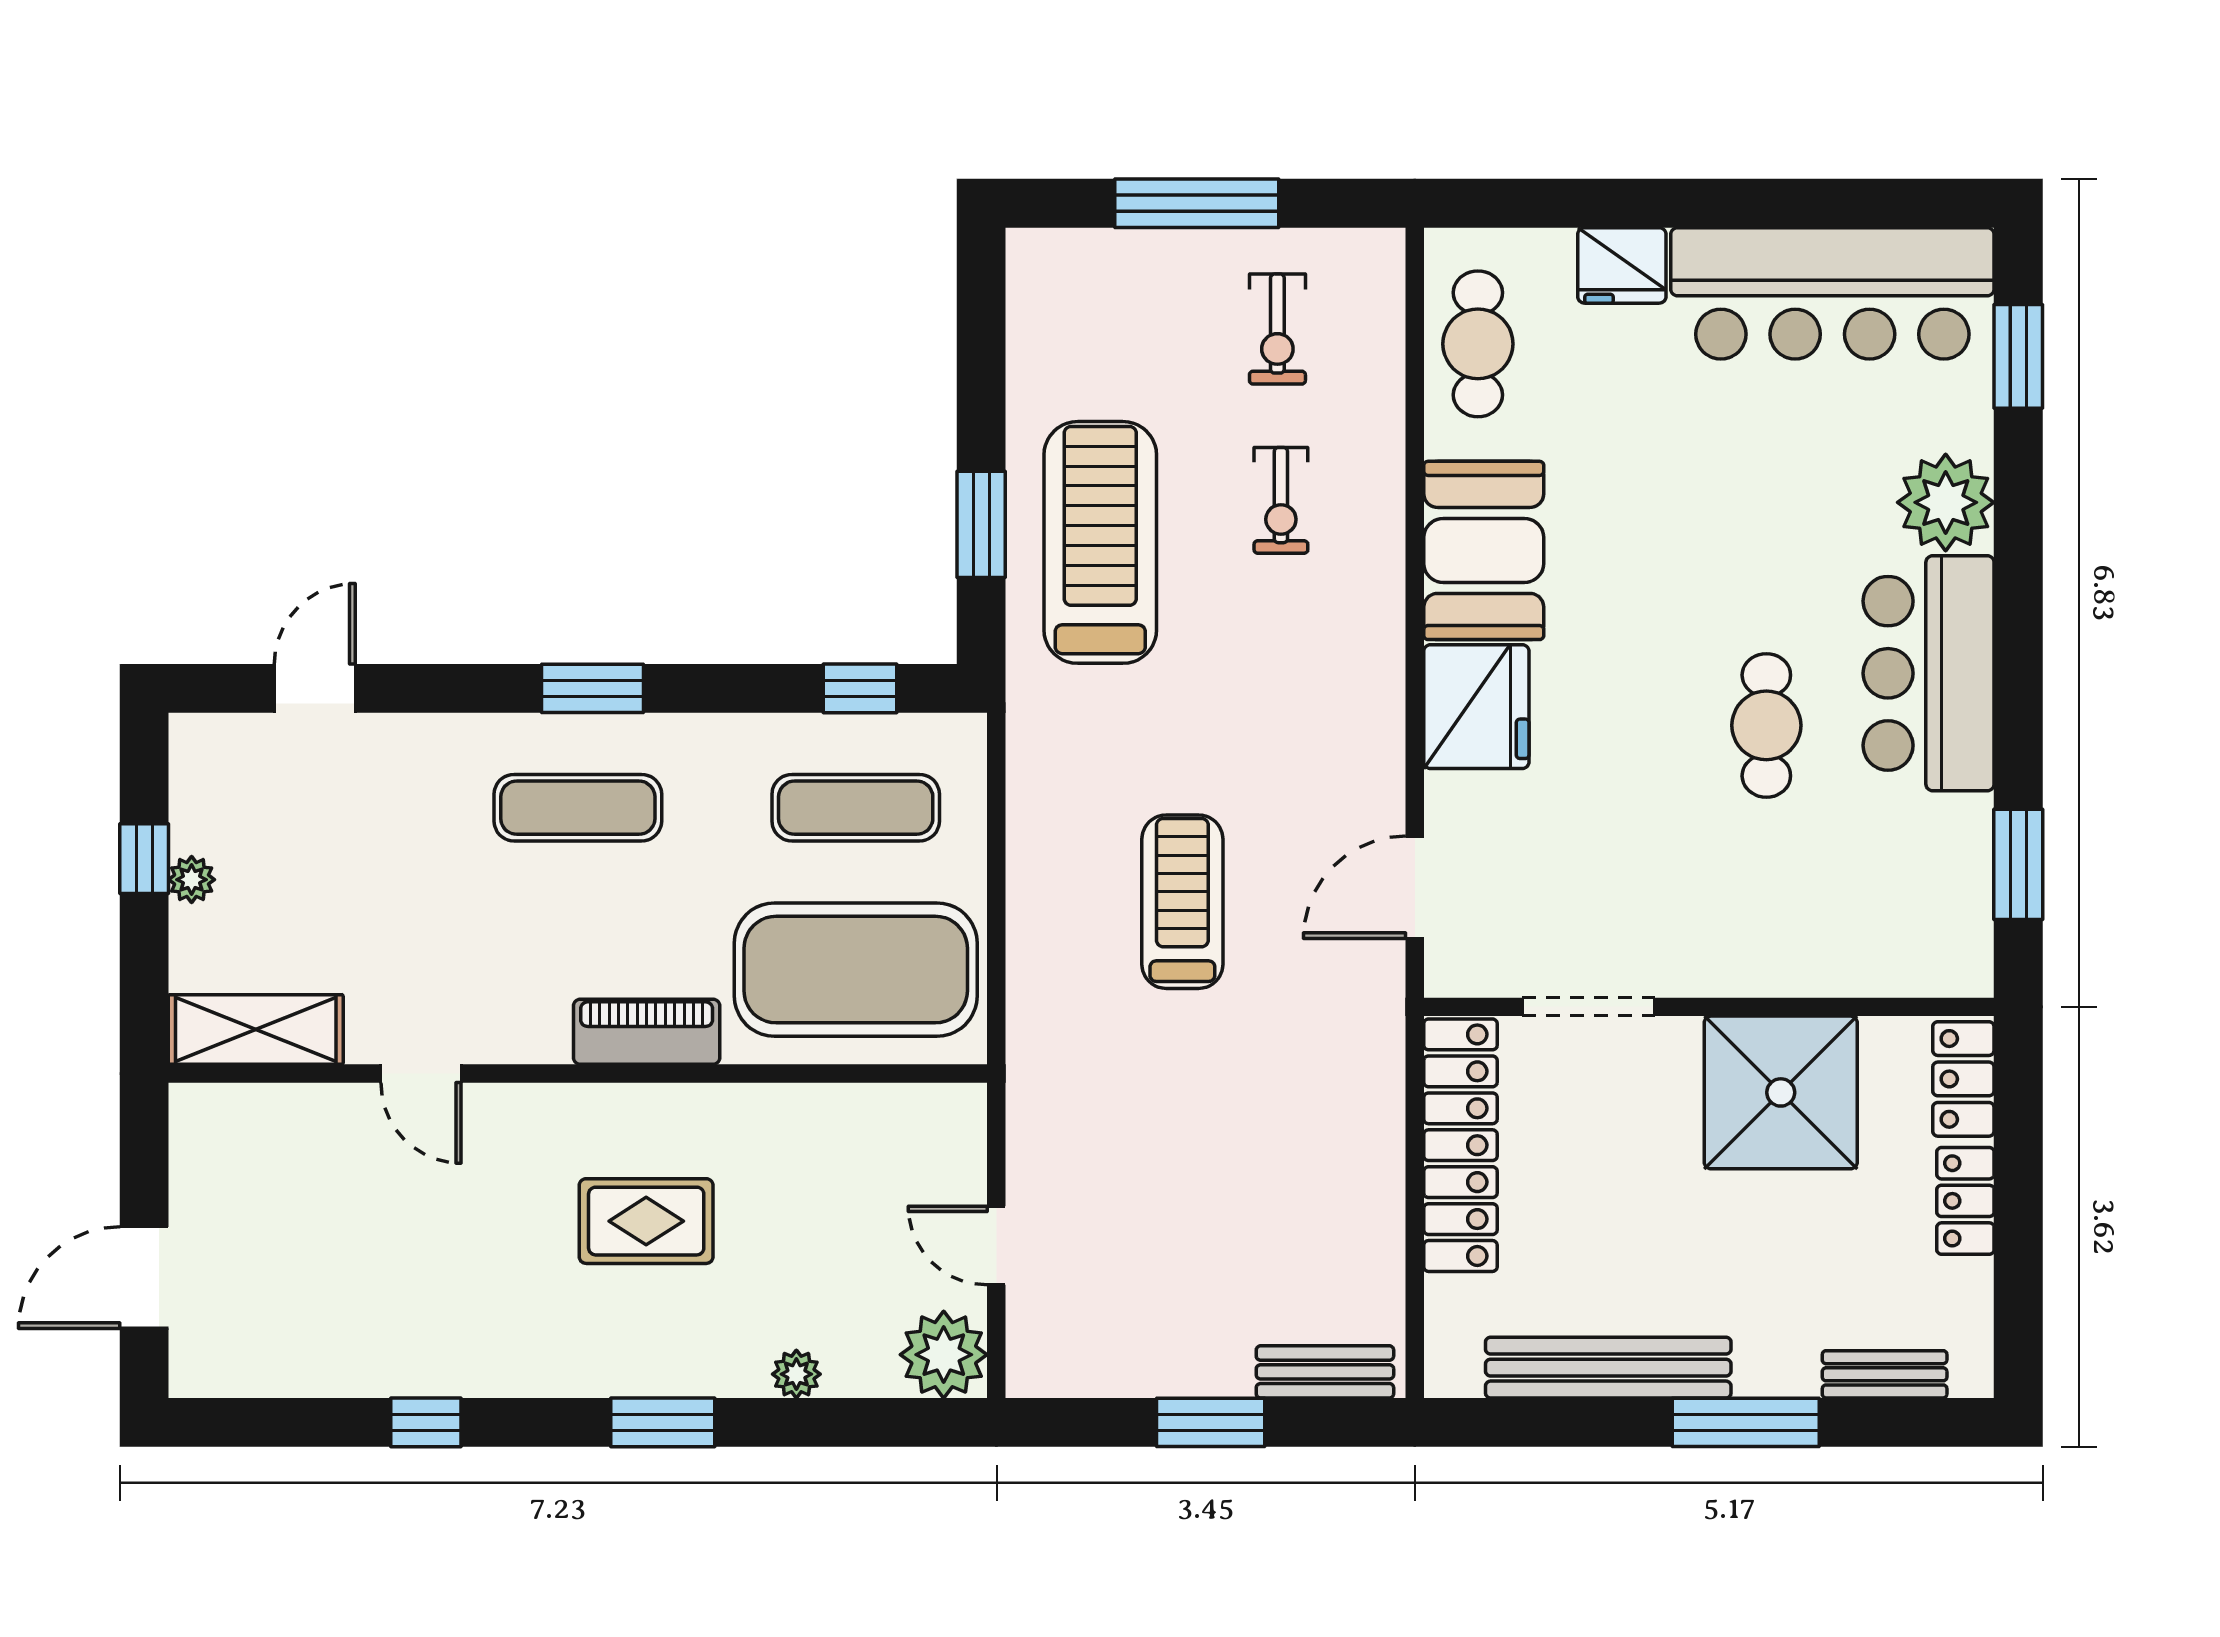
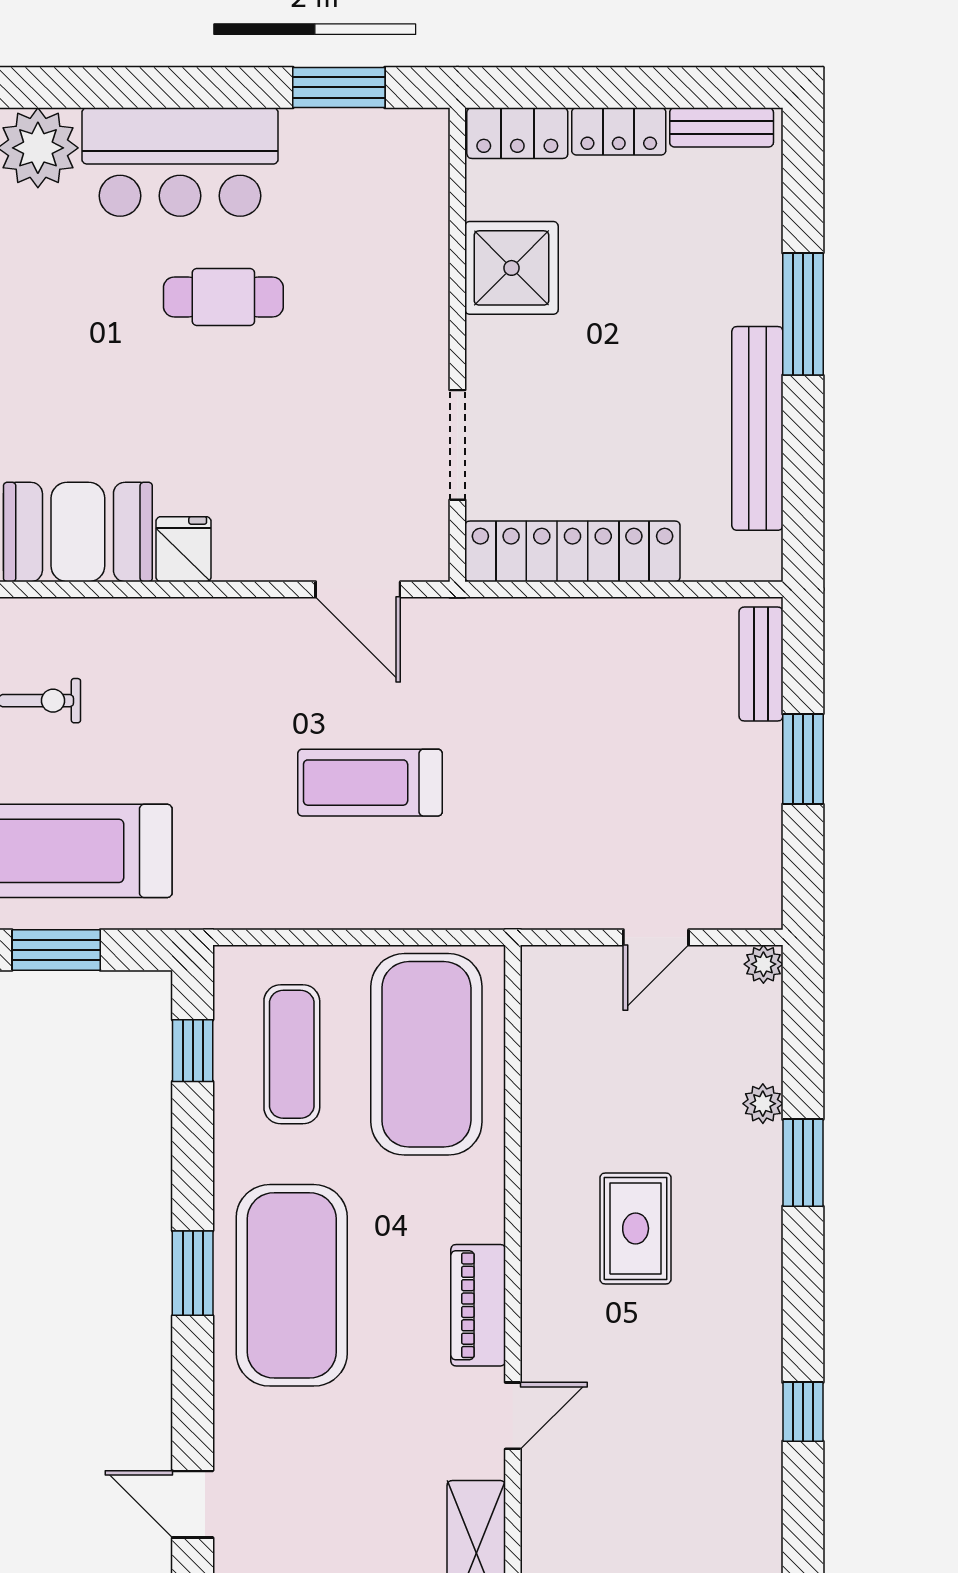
fridge: (1476, 707) -> (184, 549), width x0.53, depth x0.75
exercise mat: (578, 808) -> (292, 1285), width x2.00, depth x1.45
piano: (647, 1032) -> (478, 1305), moved
shower: (1781, 1092) -> (512, 268), width x0.73, depth x0.73
plant: (944, 1355) -> (763, 964), width x0.53, depth x0.53
bench: (1885, 1374) -> (722, 127), moved, turned 90
window: (663, 1422) -> (803, 1163), moved

